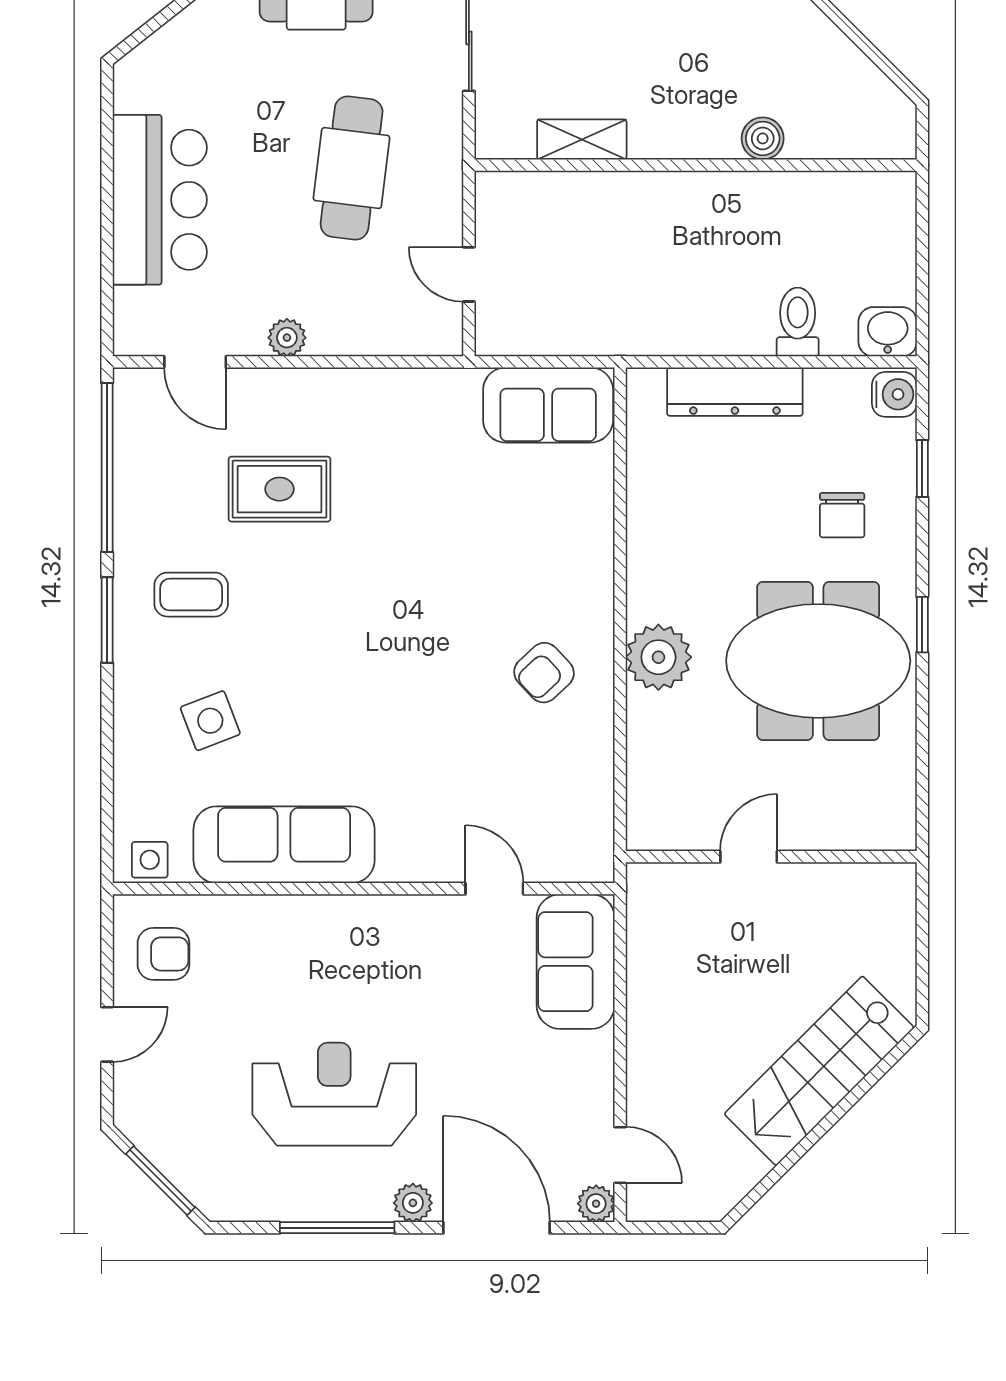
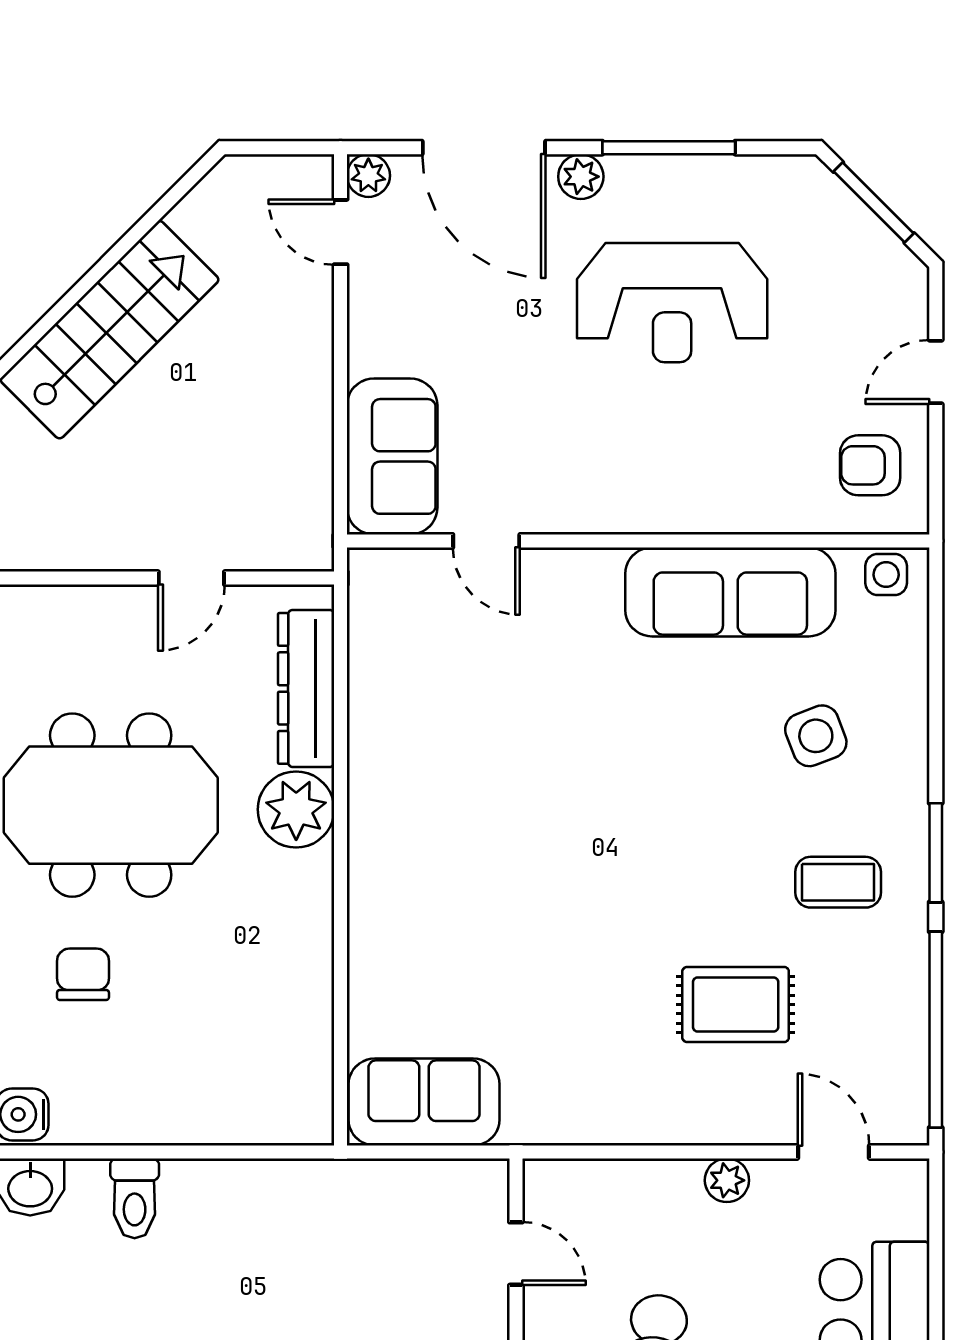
dresser: (735, 392) -> (306, 688), moved, turned -90
armchair: (544, 673) -> (429, 792), removed

